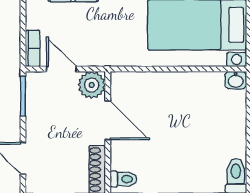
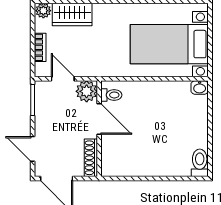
bookcase: (33, 48) -> (40, 47), moved
toilet: (123, 179) -> (111, 95), moved

